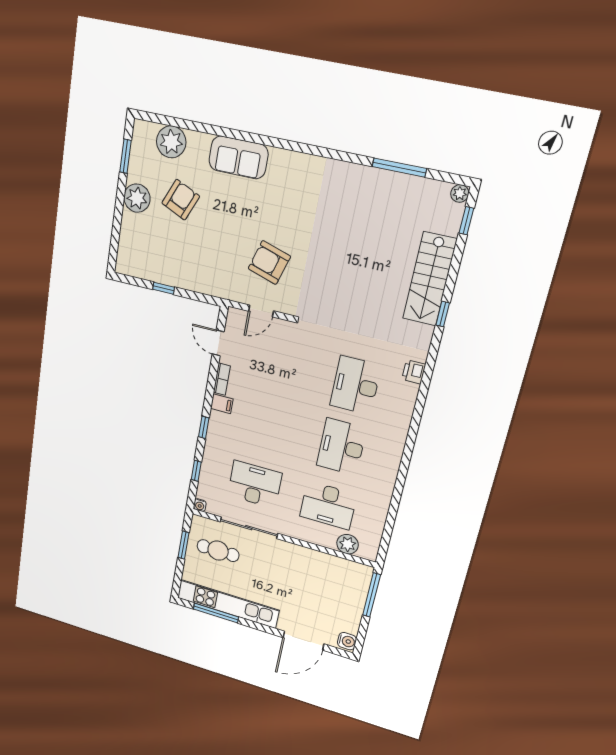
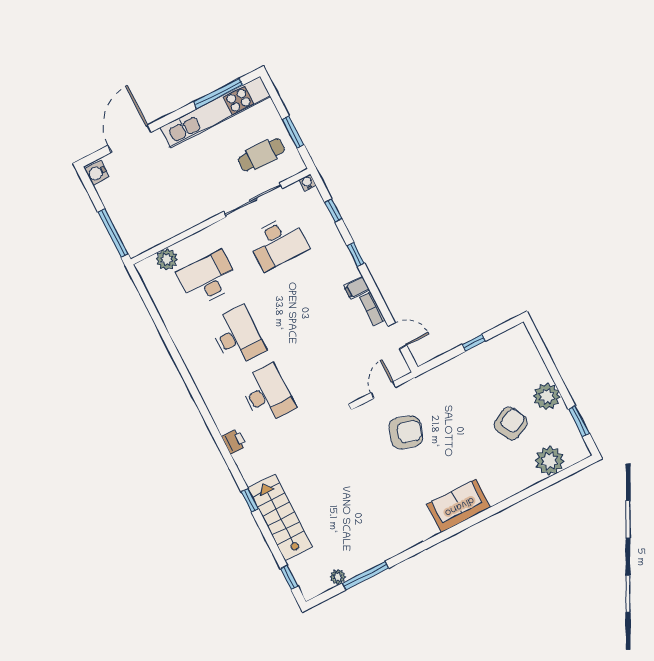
sofa: (238, 157) -> (459, 506), moved
plant: (460, 193) -> (338, 577), moved
armchair: (181, 200) -> (511, 423), turned -141

